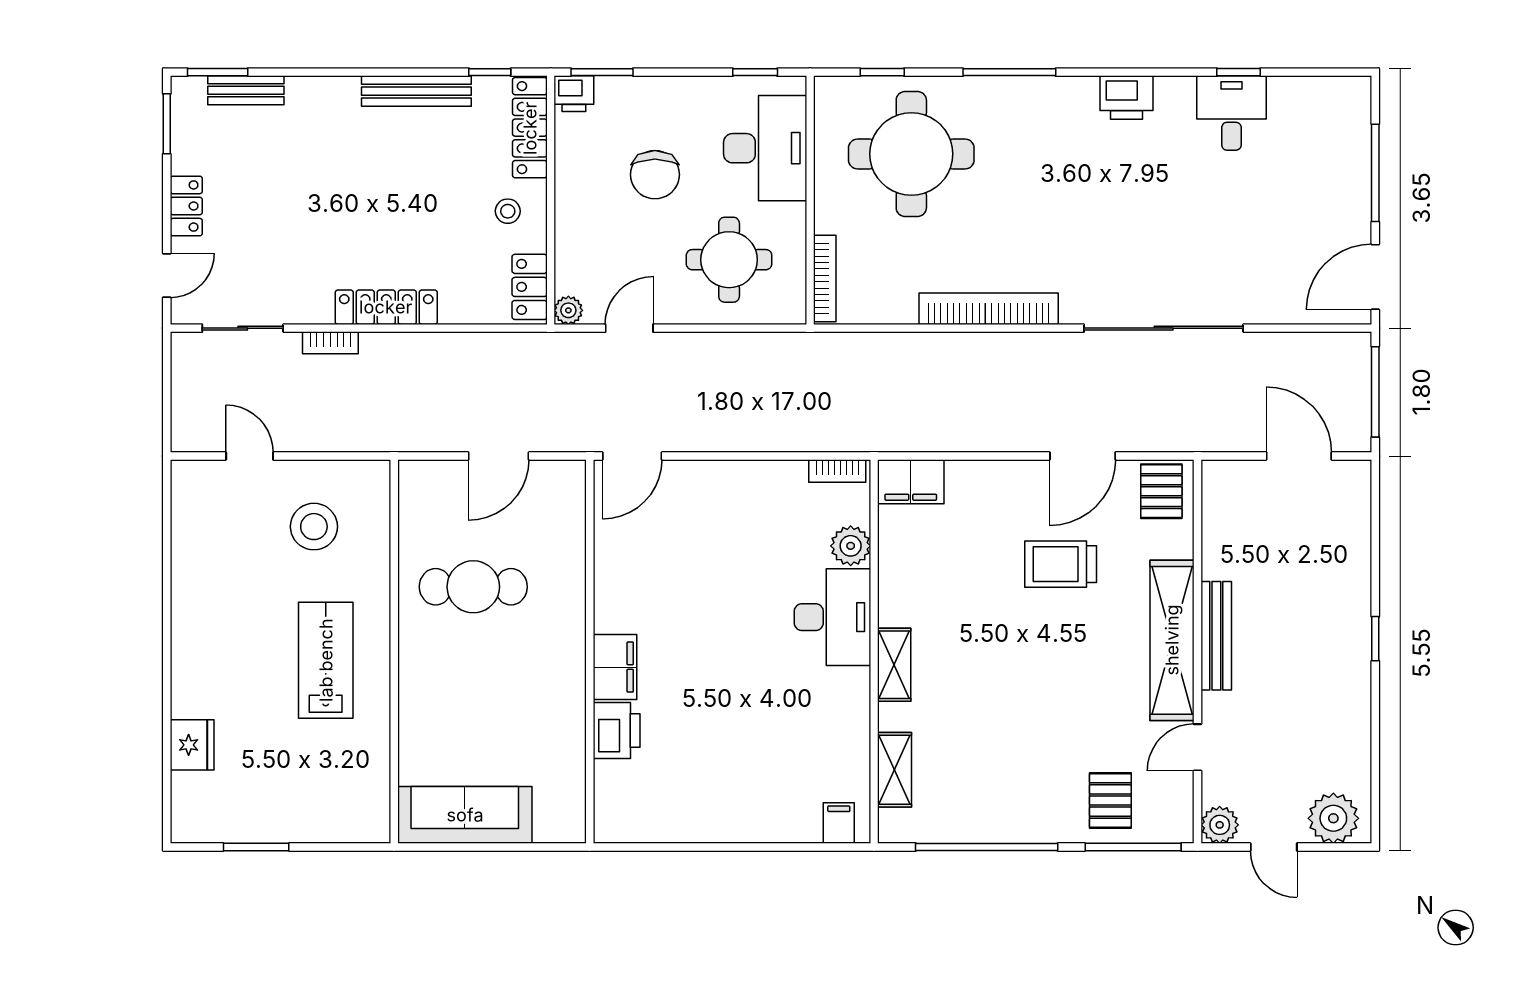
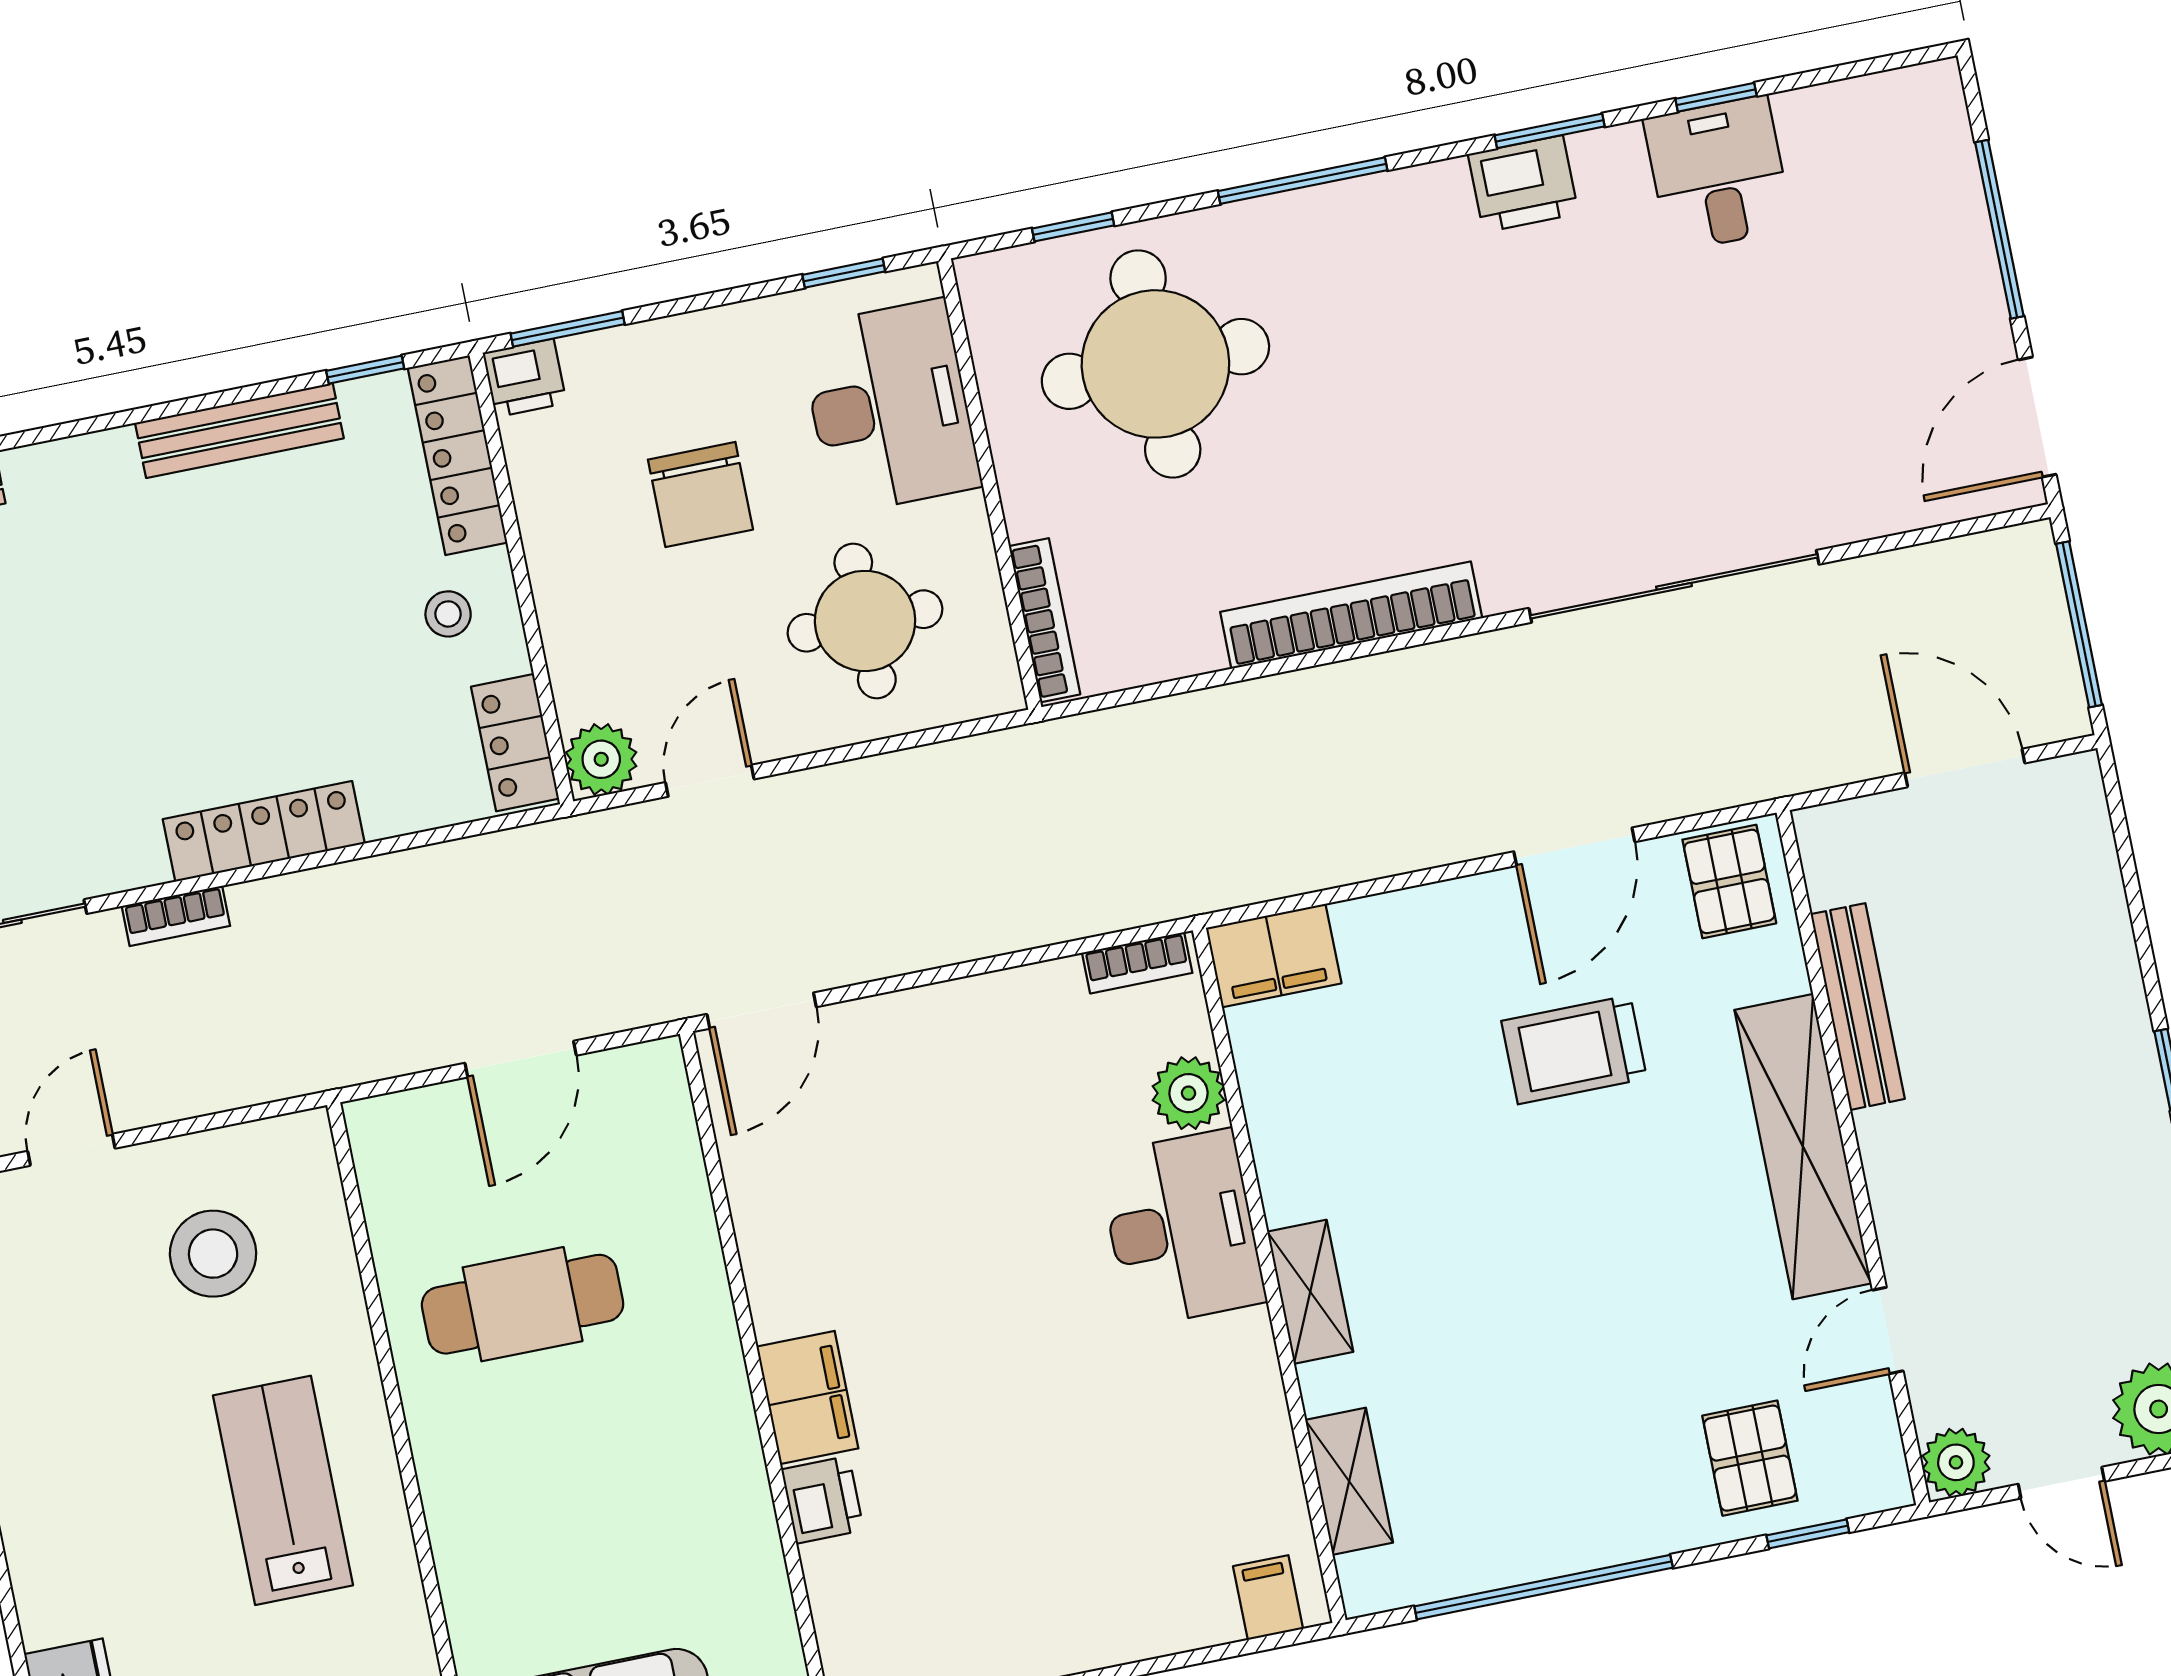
window: (1146, 72) -> (1550, 131), added
plant: (568, 310) -> (601, 759), width x1.38, depth x1.38
door: (250, 456) -> (71, 1150), hinge flipped
bench: (1216, 636) -> (1858, 1007), moved
printer: (617, 731) -> (822, 1500), width x0.73, depth x0.81
window: (1133, 847) -> (1808, 1534), width x0.46

